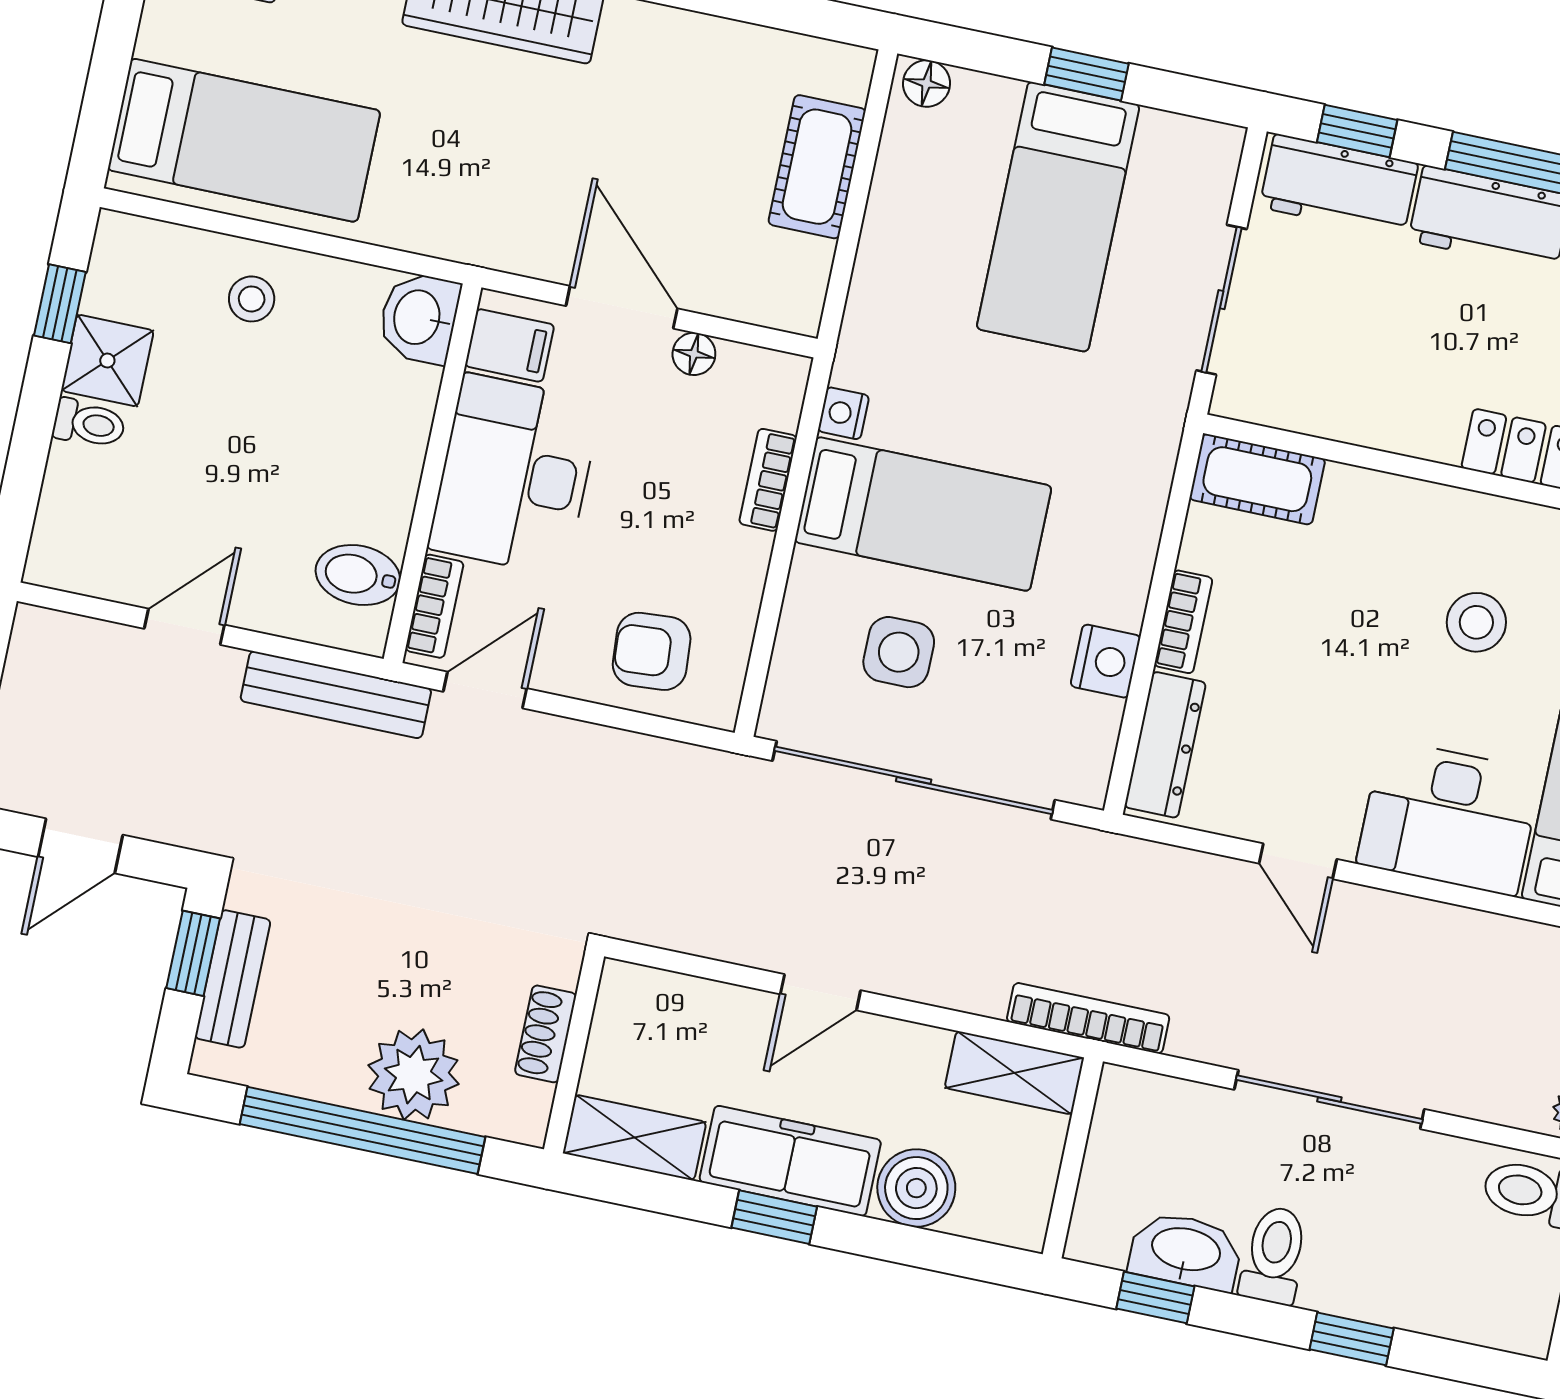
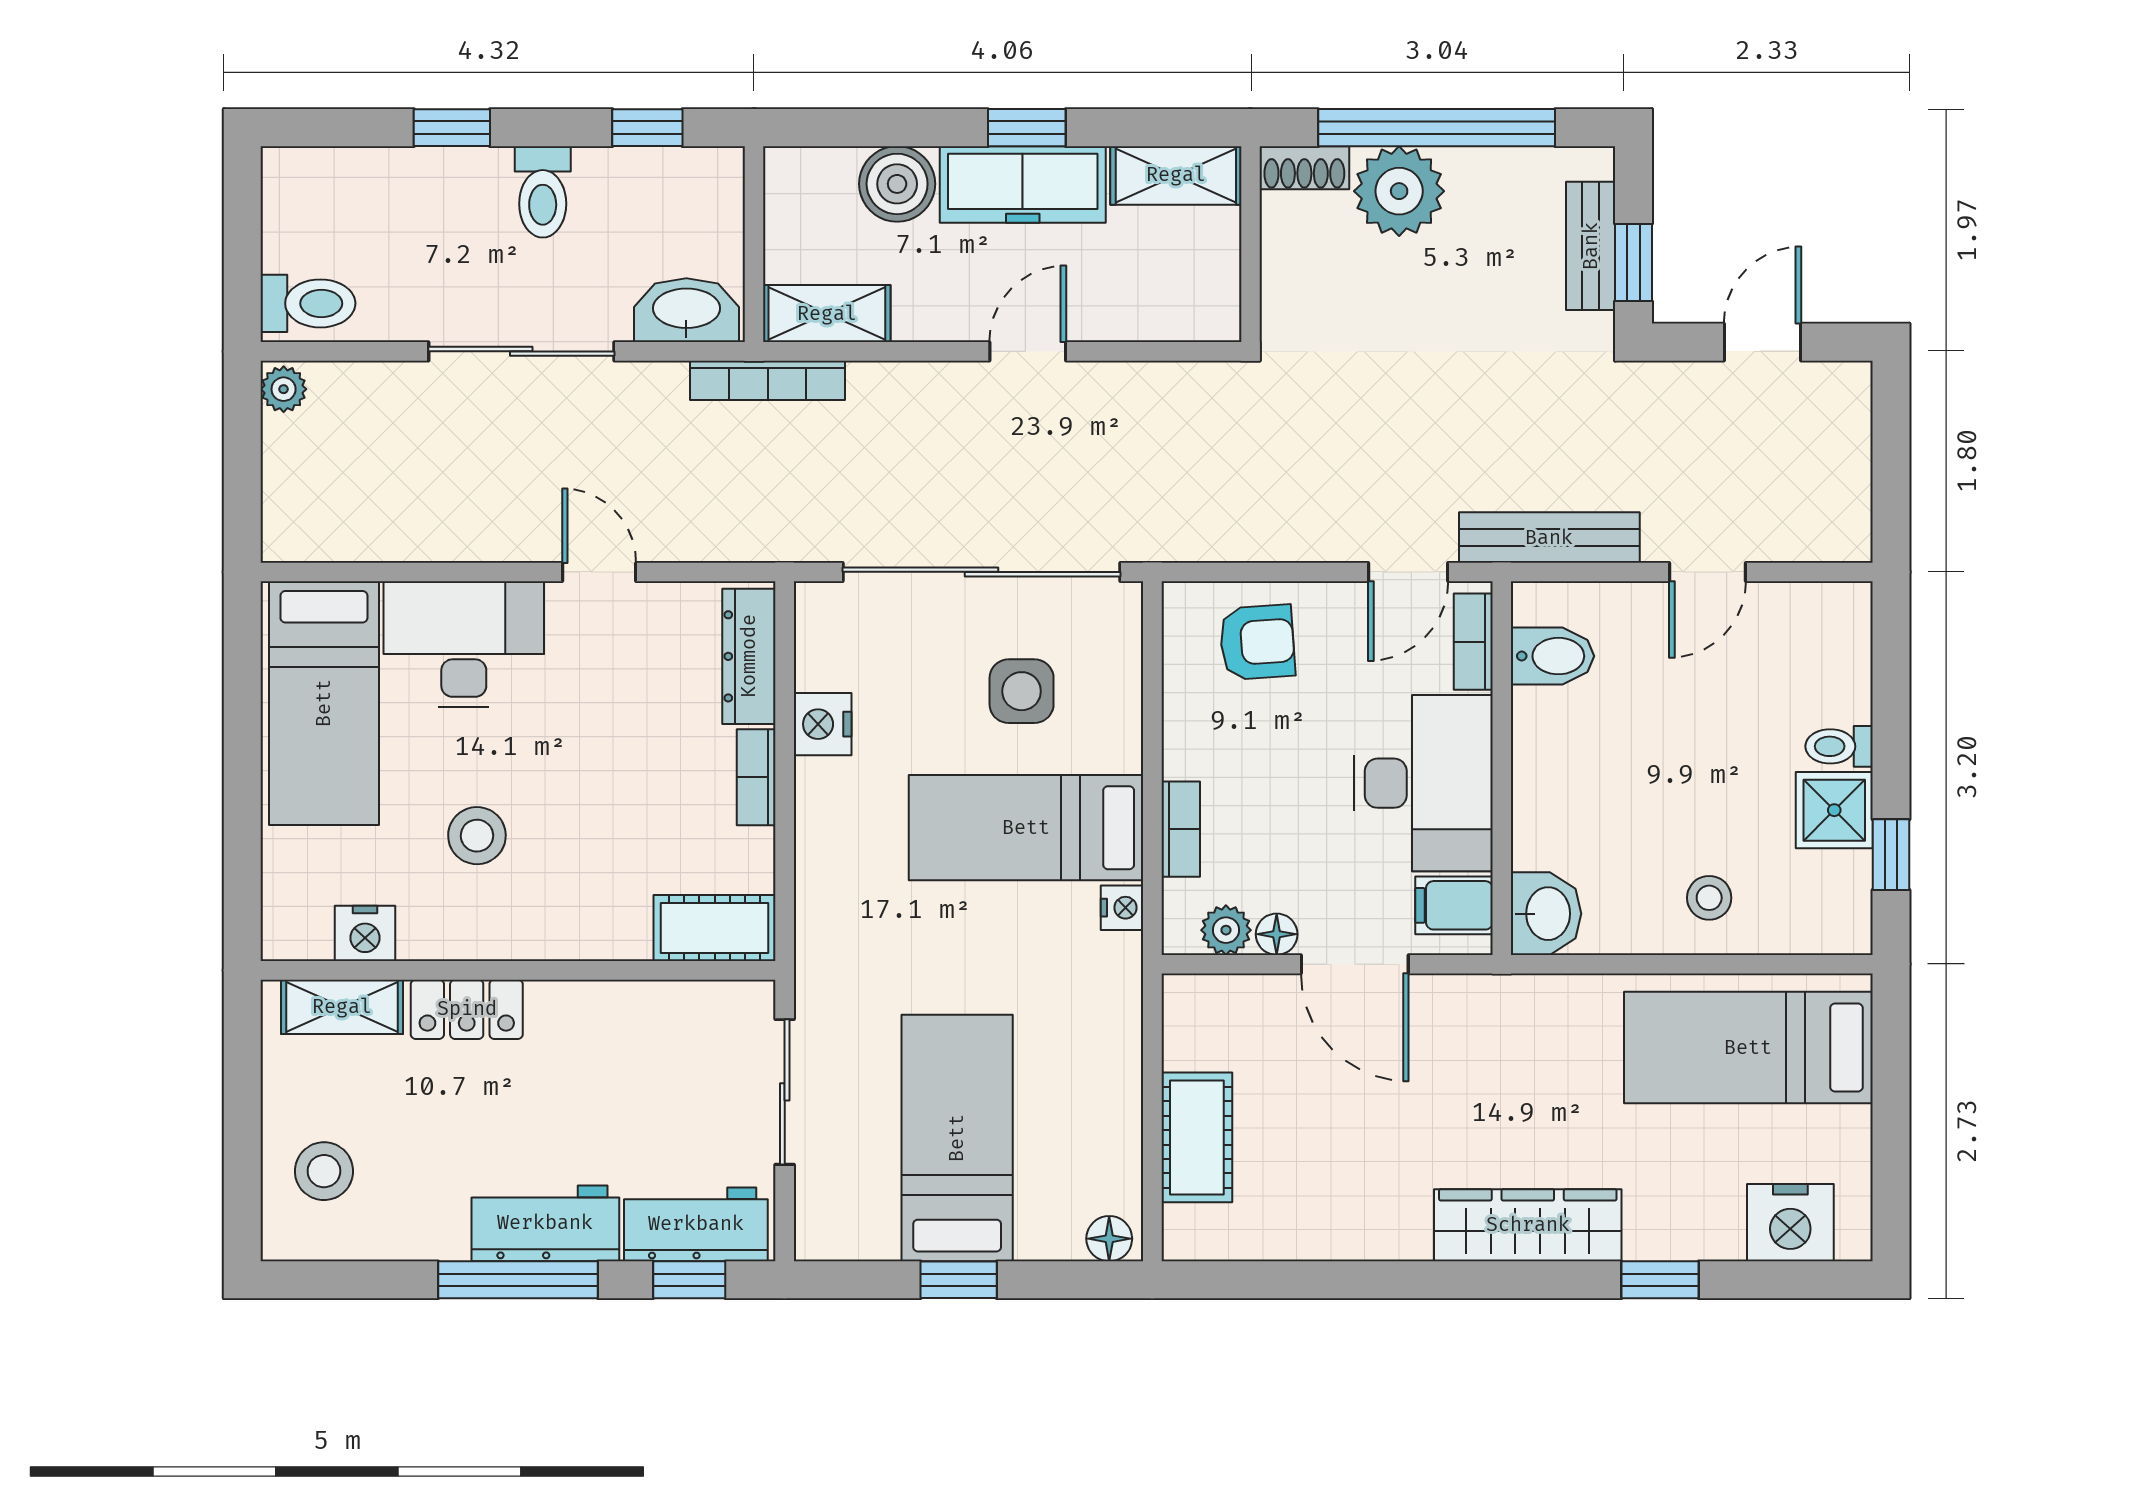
plant: (744, 369) -> (1226, 930), added
shoe rack: (546, 1034) -> (1304, 168), moved, turned 90
washbasin: (1186, 1251) -> (686, 310), moved, turned 180

